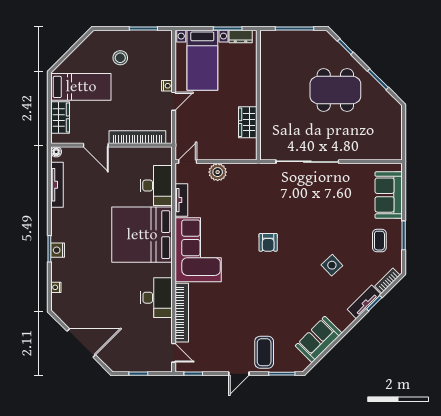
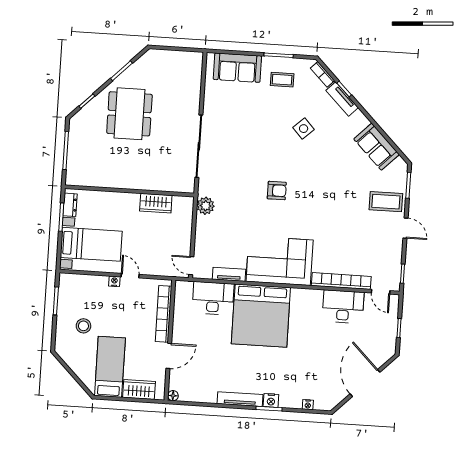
plant: (218, 172) -> (206, 206), moved
tv unit: (57, 185) -> (240, 399), moved
desk: (156, 298) -> (343, 307), moved
door: (174, 353) -> (381, 292), swing flipped

